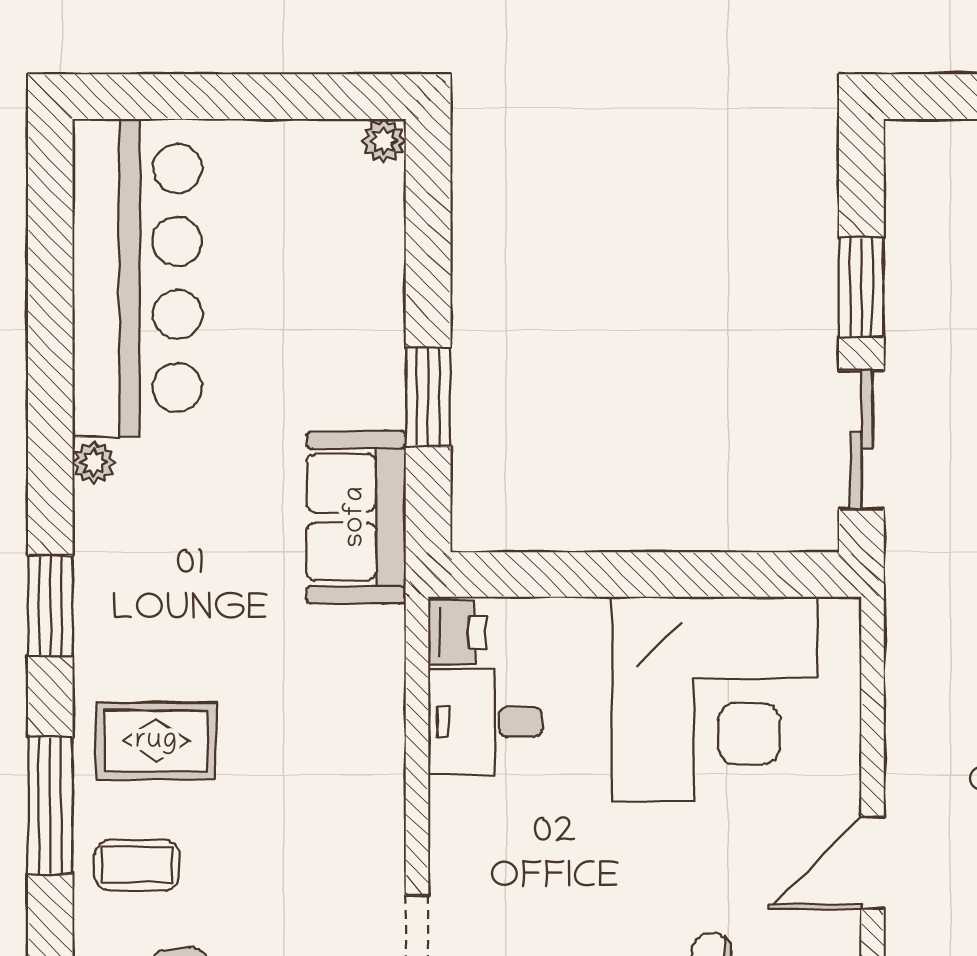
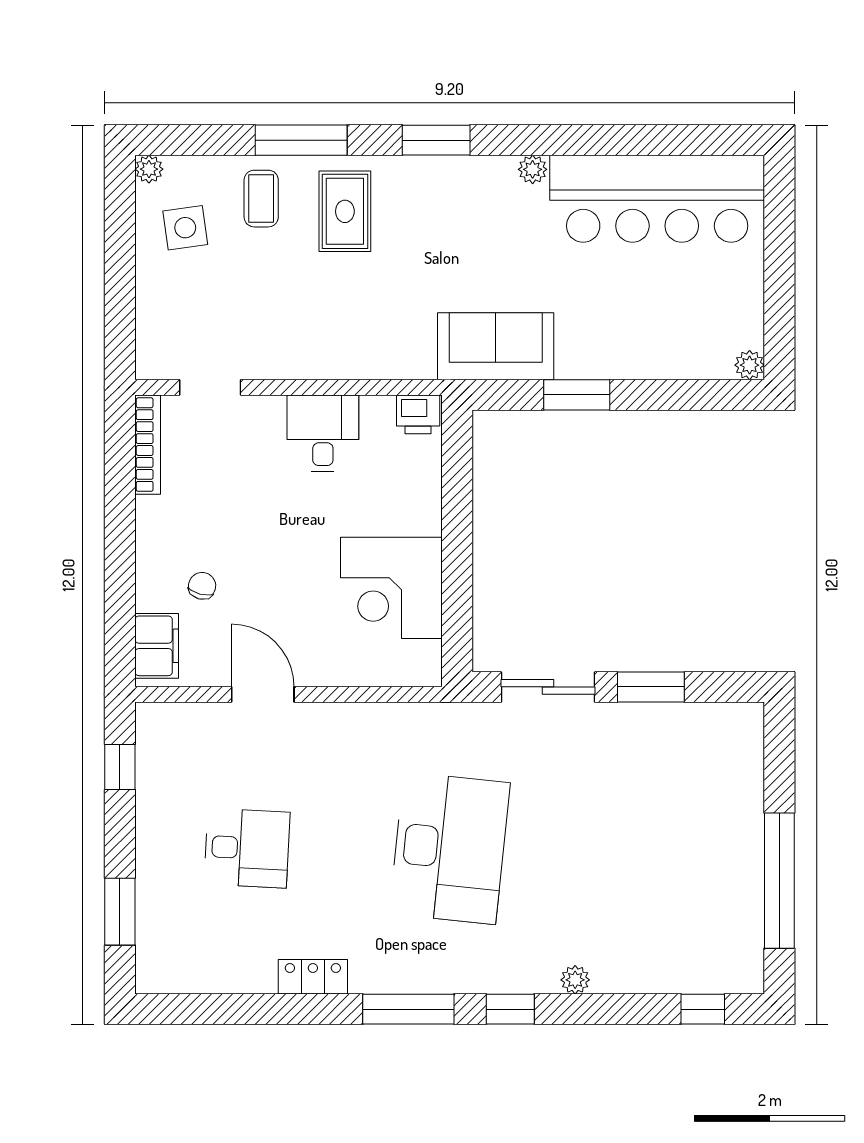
corner desk: (714, 699) -> (391, 588), width x0.74, depth x0.74
desk: (485, 722) -> (323, 433), moved

